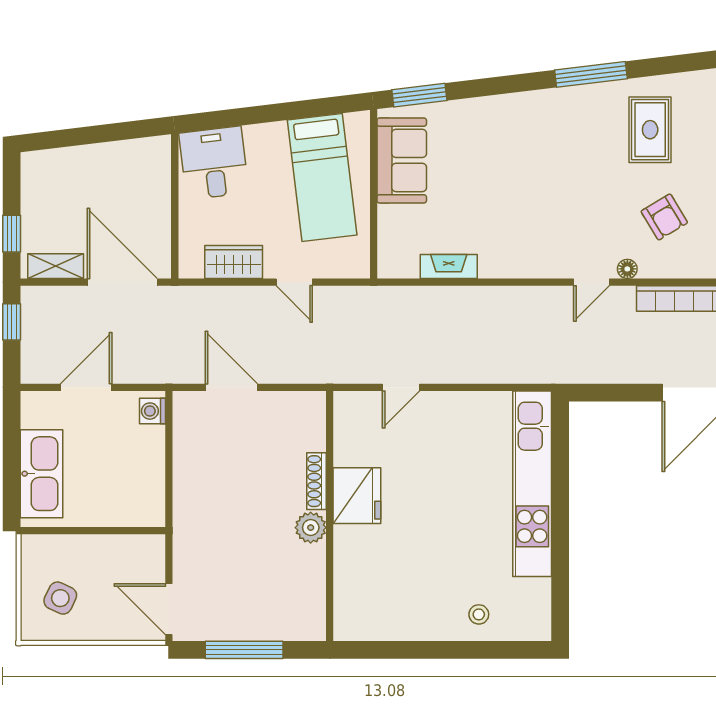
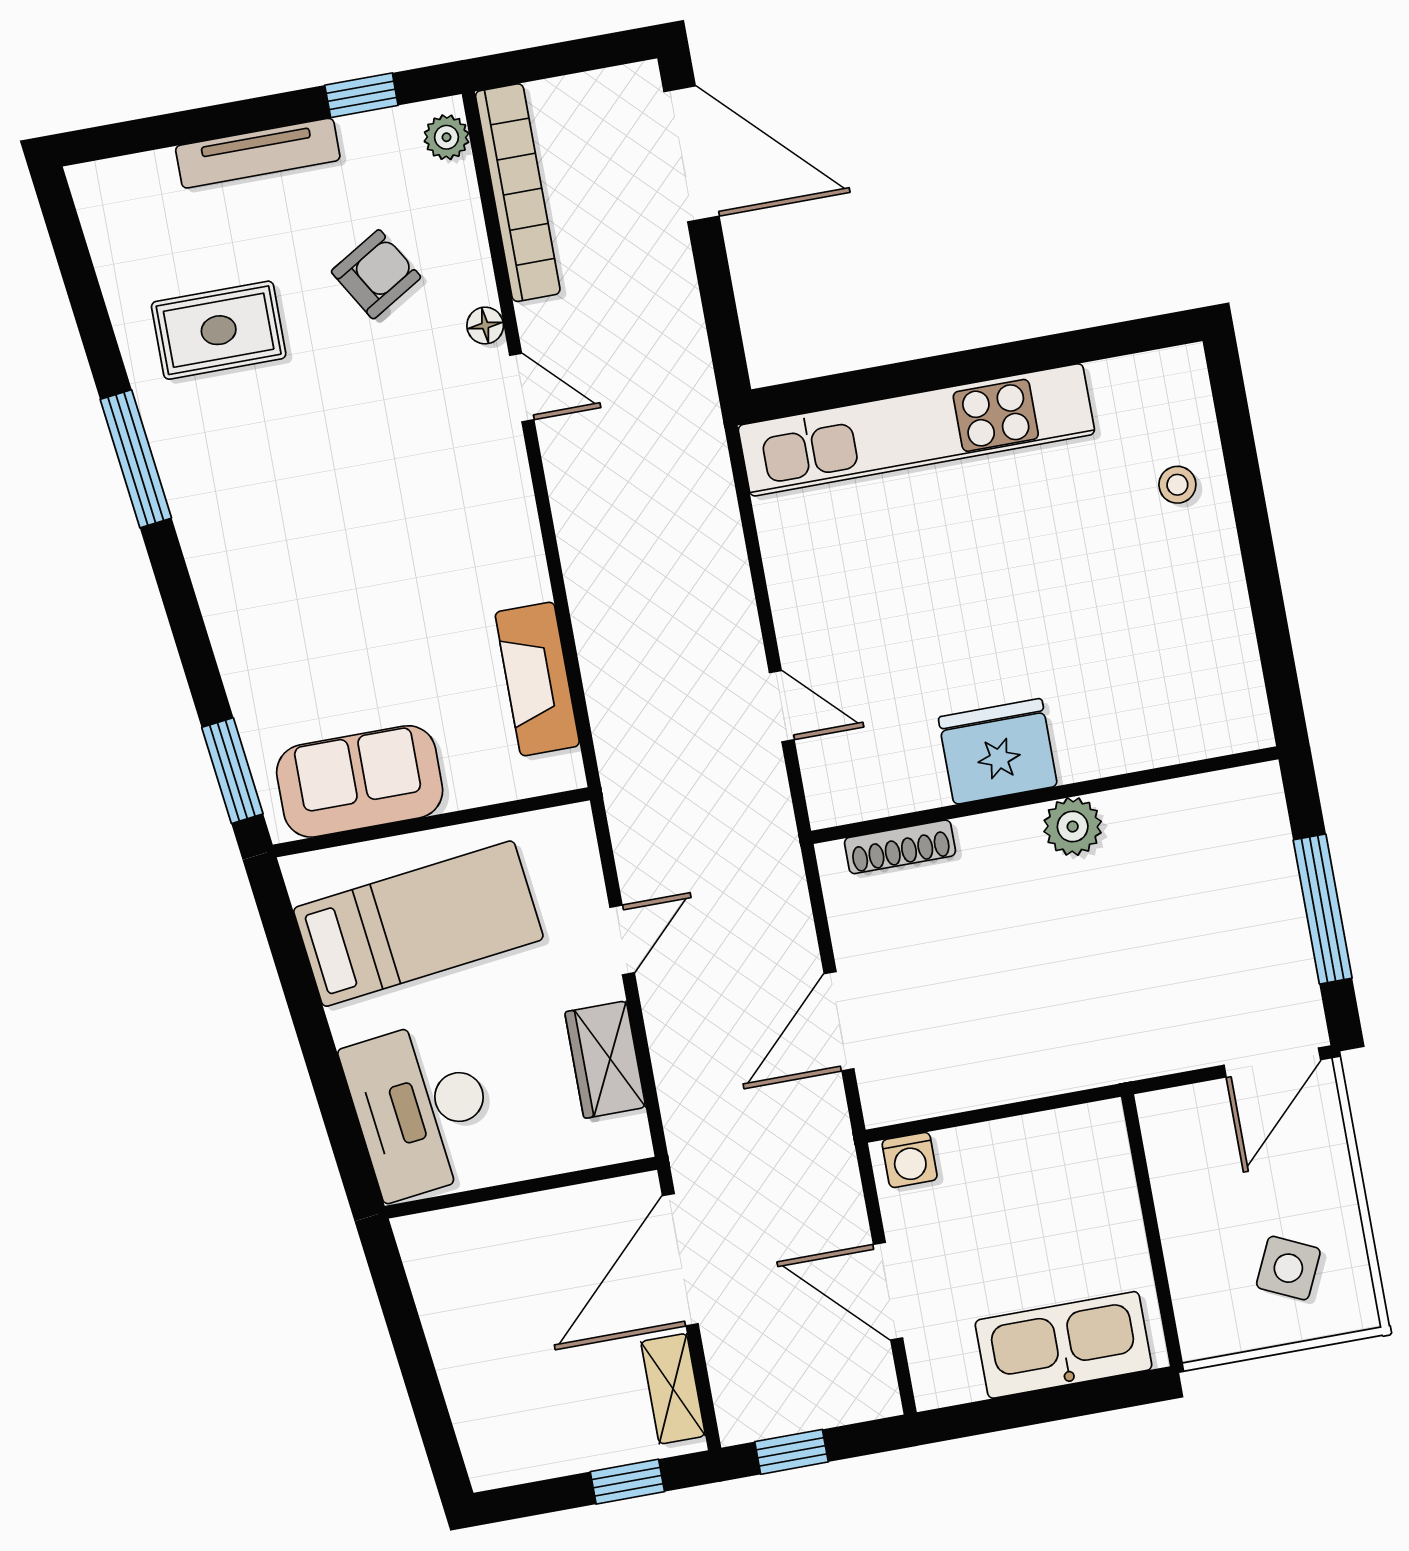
desk: (214, 163) -> (421, 1109), width x1.37
fireplace: (449, 266) -> (537, 679), width x1.37, depth x1.32
shoe rack: (316, 481) -> (900, 847), moved

